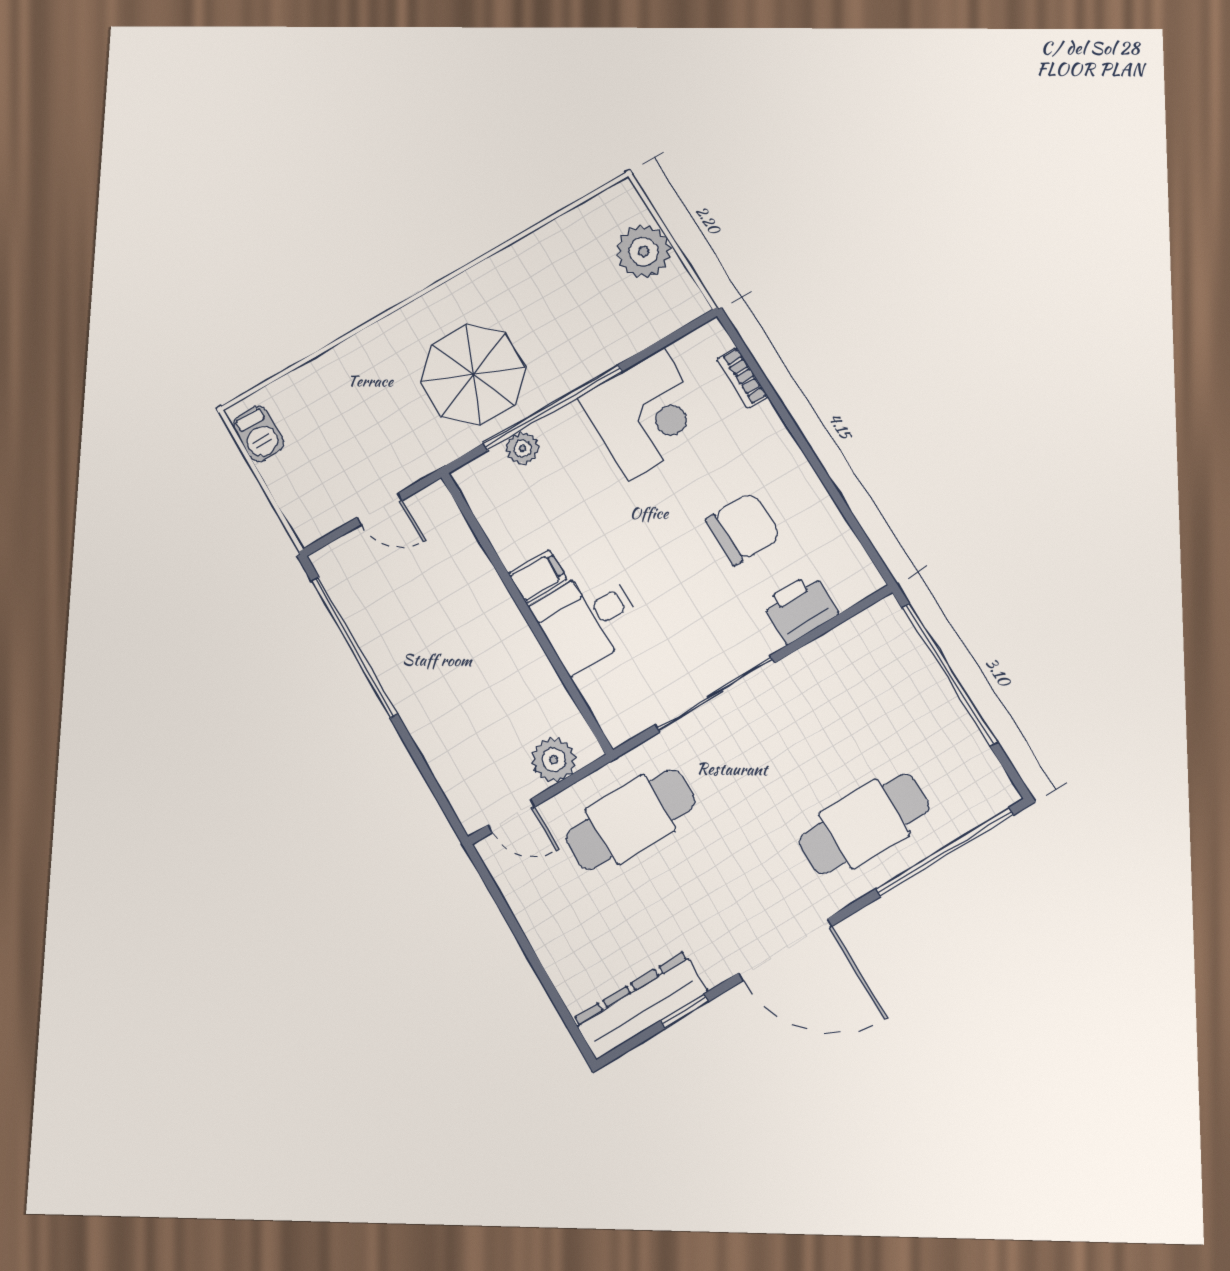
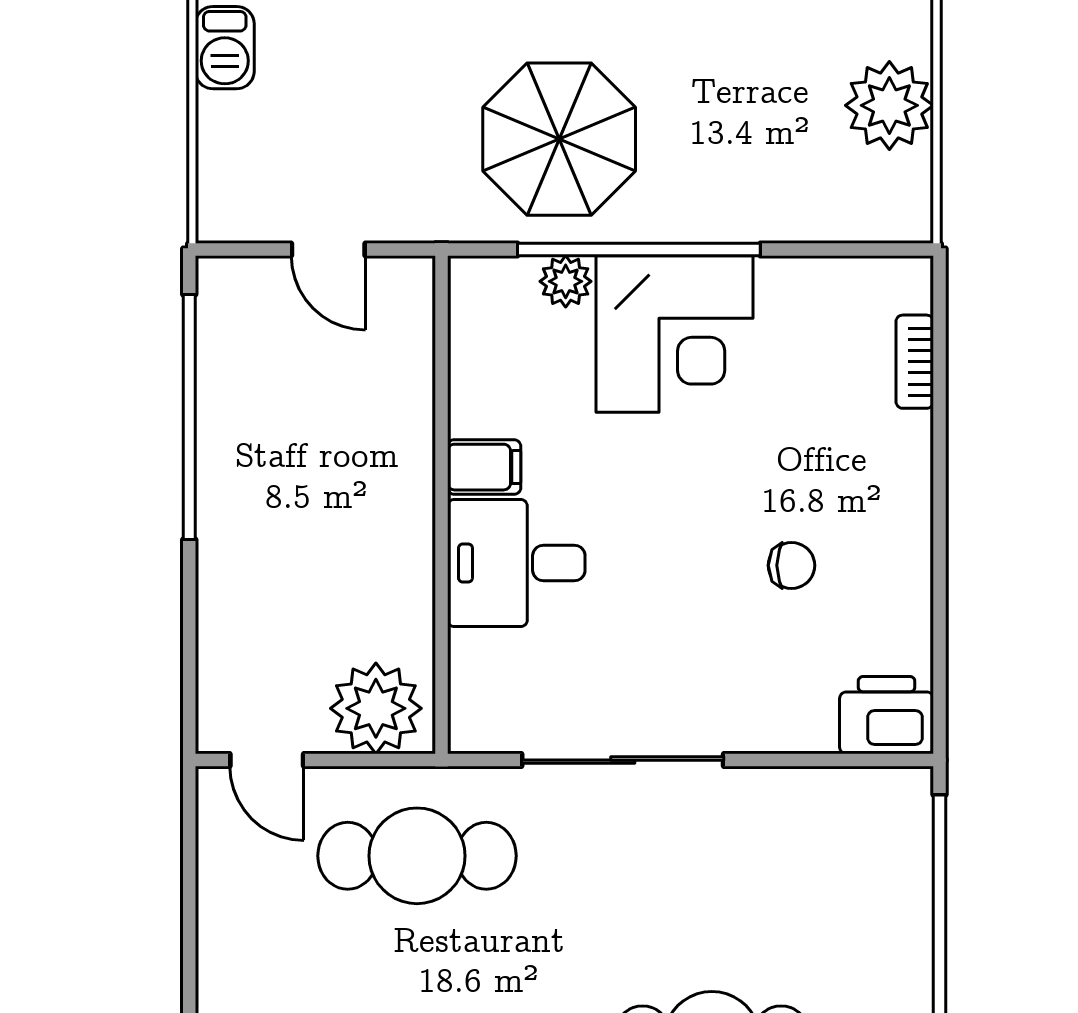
corner desk: (646, 414) -> (674, 334), moved
chair: (743, 528) -> (791, 565), width x0.54, depth x0.54
printer: (800, 608) -> (887, 715), moved
plant: (554, 760) -> (376, 708), width x1.36, depth x1.36

